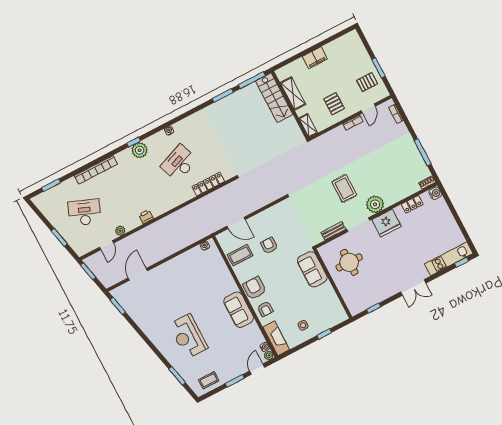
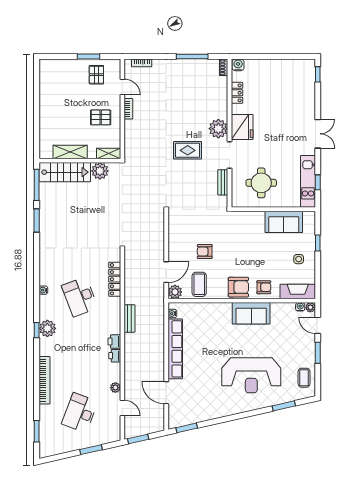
filing cabinet: (315, 58) -> (47, 113), removed
plant: (290, 126) -> (100, 171), added
printer: (157, 210) -> (114, 342), added
bench: (183, 213) -> (130, 318), added
plant: (224, 239) -> (175, 292), added
kitchen unit: (449, 259) -> (308, 181), moved
row of seats: (177, 263) -> (175, 349), added
sofa: (312, 269) -> (284, 222), moved
armchair: (255, 288) -> (238, 287), turned 180
reception desk: (188, 336) -> (251, 375), width x1.36, depth x1.30

